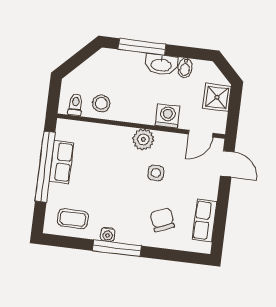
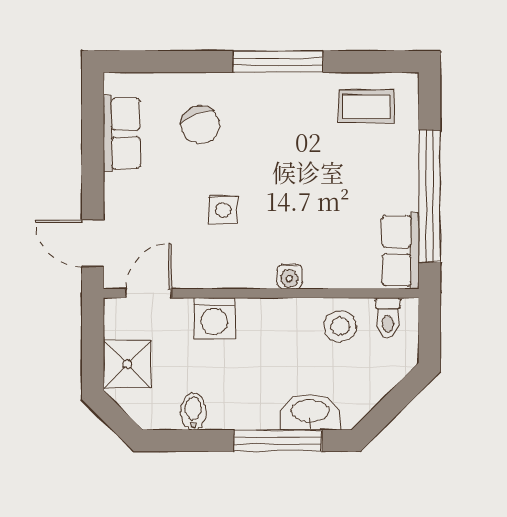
washbasin: (161, 65) -> (310, 412), moved
plant: (143, 139) -> (254, 269), removed
row of seats: (61, 162) -> (400, 251), moved
water cooler: (108, 234) -> (289, 276), moved, turned 180

